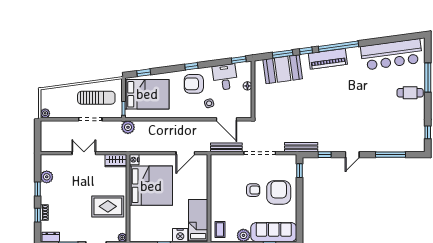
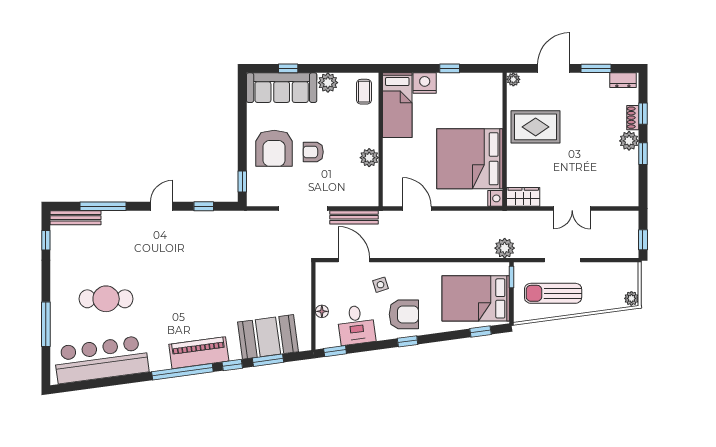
cafe table: (410, 93) -> (106, 299), moved, width x1.37, depth x1.35
plant: (45, 113) -> (631, 298), moved
window: (38, 133) -> (643, 240), added
bench: (301, 147) -> (76, 218), moved
door: (185, 153) -> (417, 208), hinge flipped
plant: (47, 177) -> (629, 141), moved
plant: (217, 186) -> (369, 158), added

